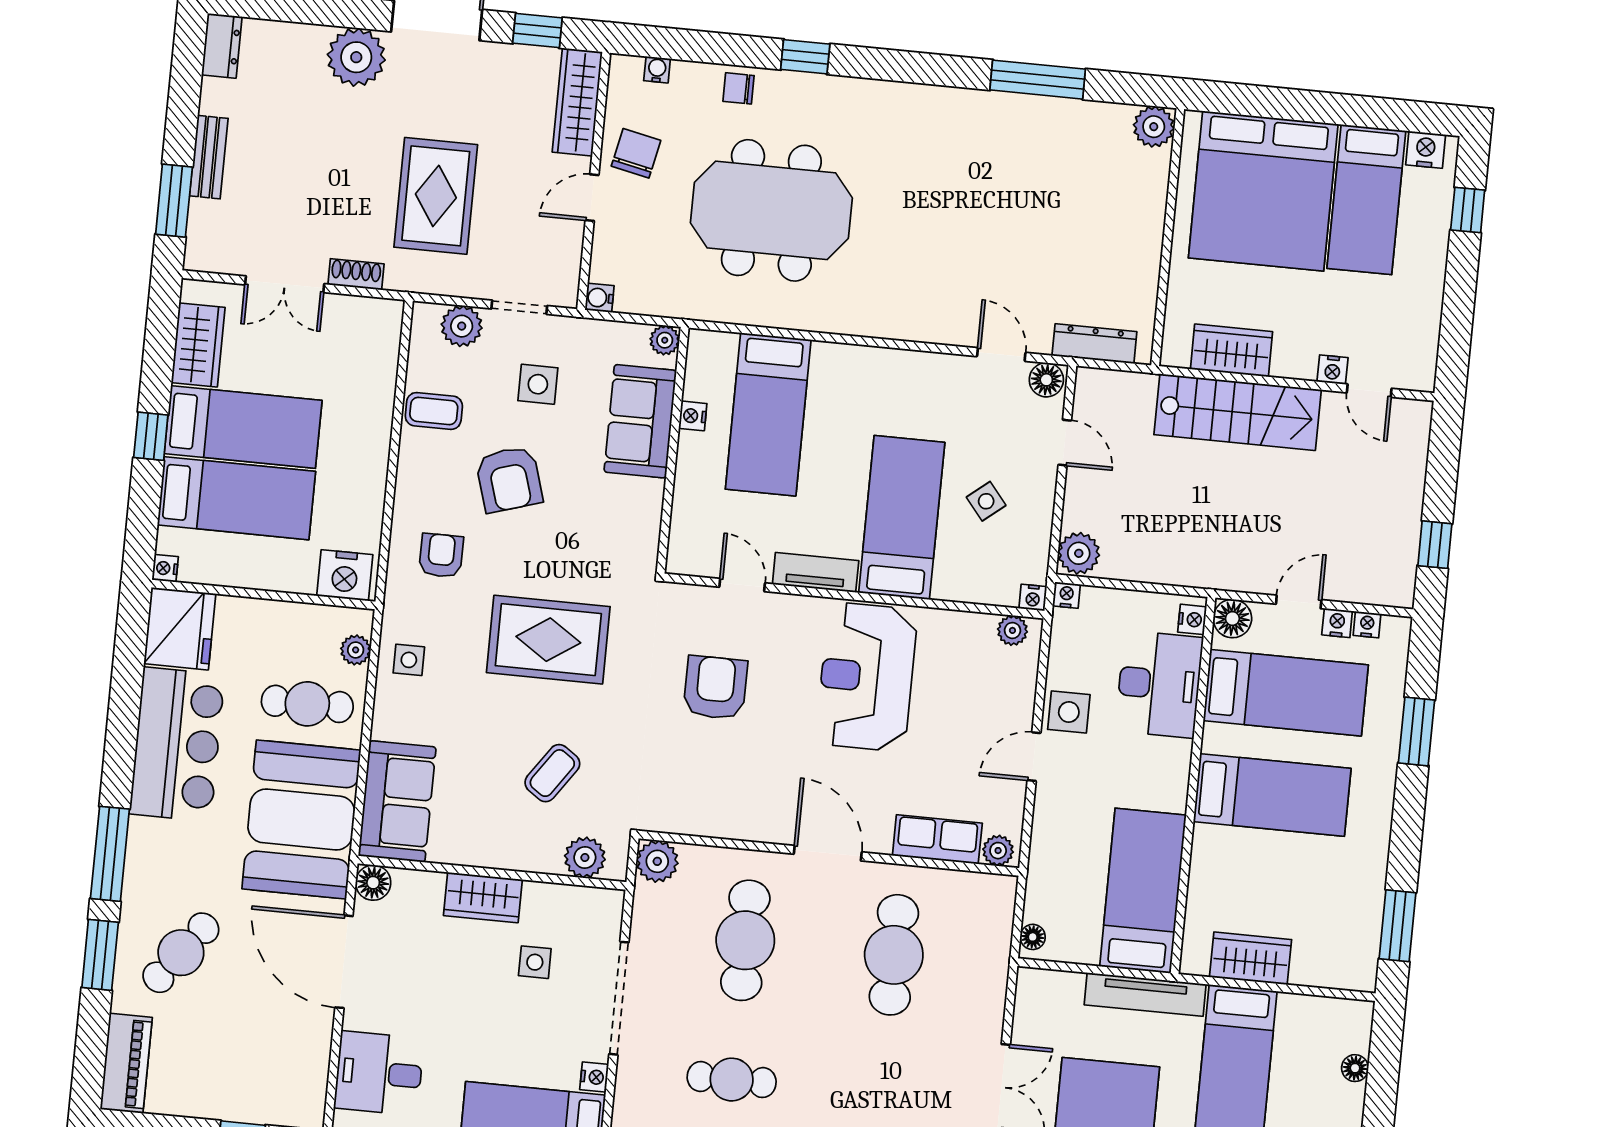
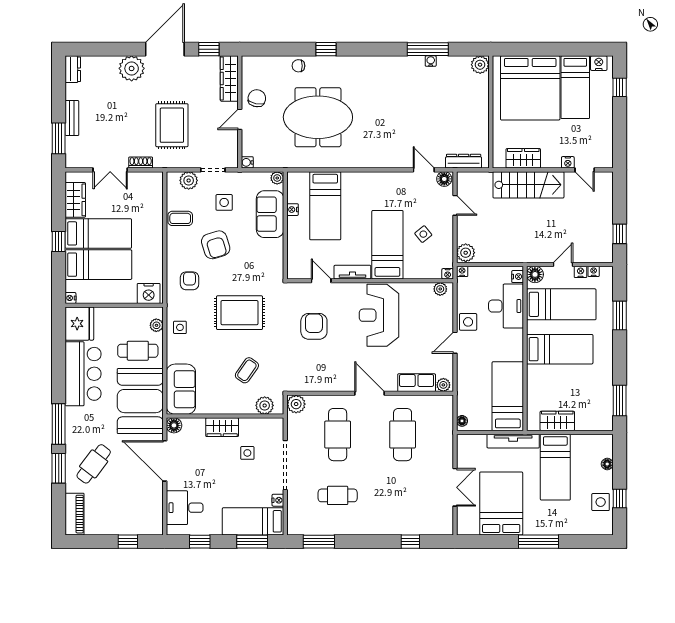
water cooler: (657, 70) -> (431, 61), moved

